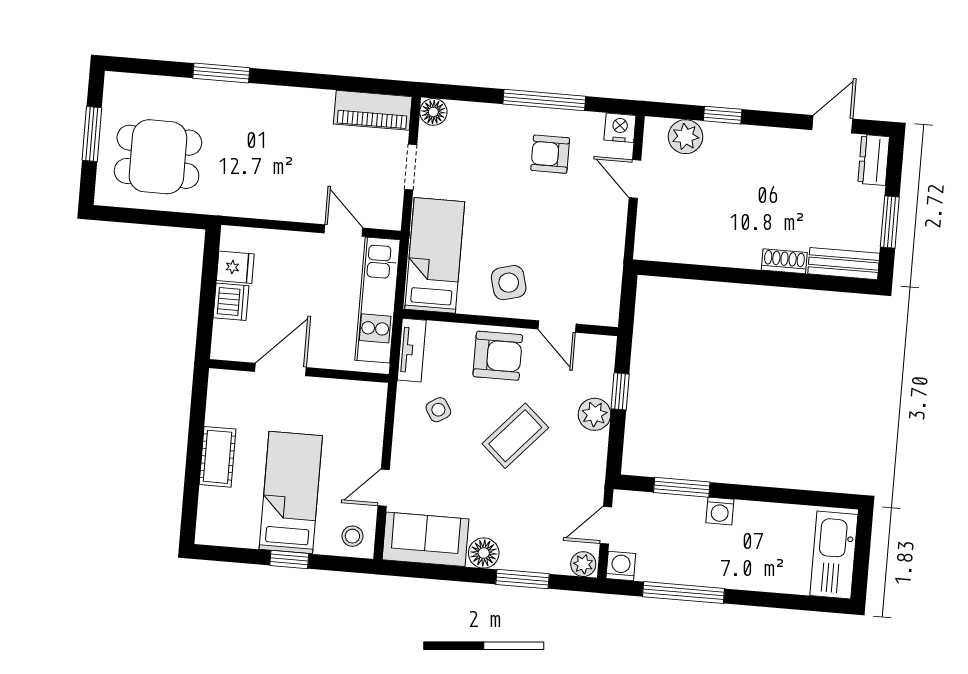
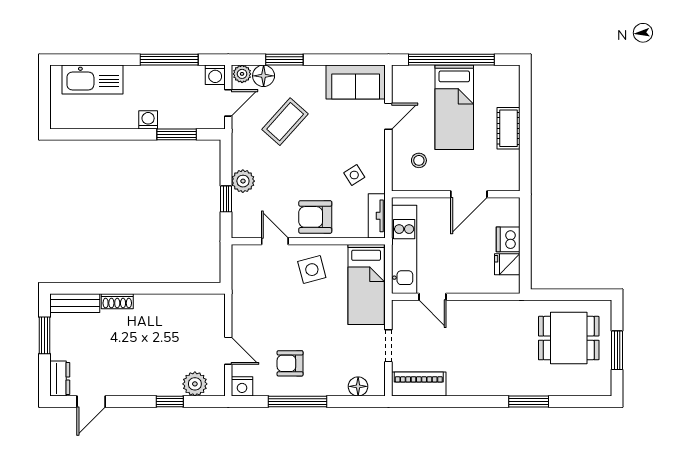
floor lamp: (433, 112) -> (358, 386), moved
armchair: (550, 154) -> (290, 363), turned 180
coffee table: (515, 436) -> (285, 122), moved
stool: (352, 536) -> (419, 160), moved
floor lamp: (484, 553) -> (264, 76), moved
kitchen sink: (834, 555) -> (93, 80), moved, turned 90
window: (289, 559) -> (451, 60), width x3.17

